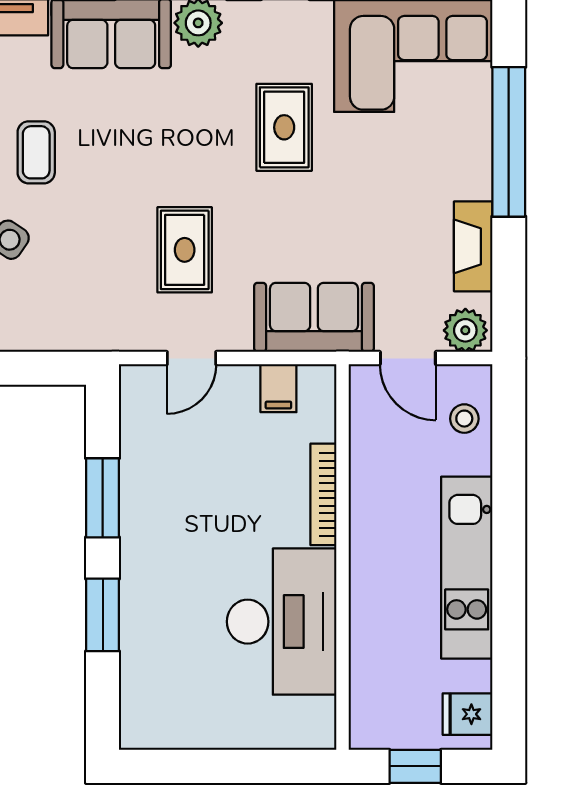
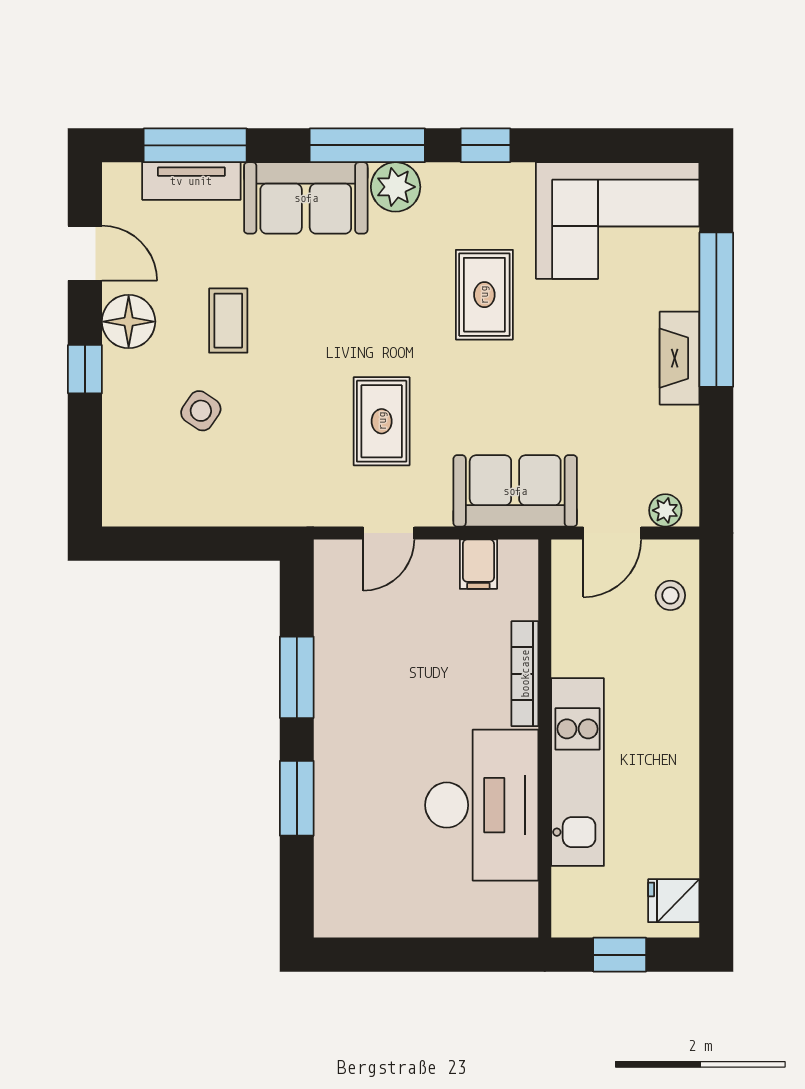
fireplace: (473, 246) -> (680, 358), moved
plant: (465, 330) -> (665, 510), width x0.73, depth x0.73
door: (408, 358) -> (612, 533), hinge flipped
kitchen unit: (467, 568) -> (577, 772), moved, turned 180

